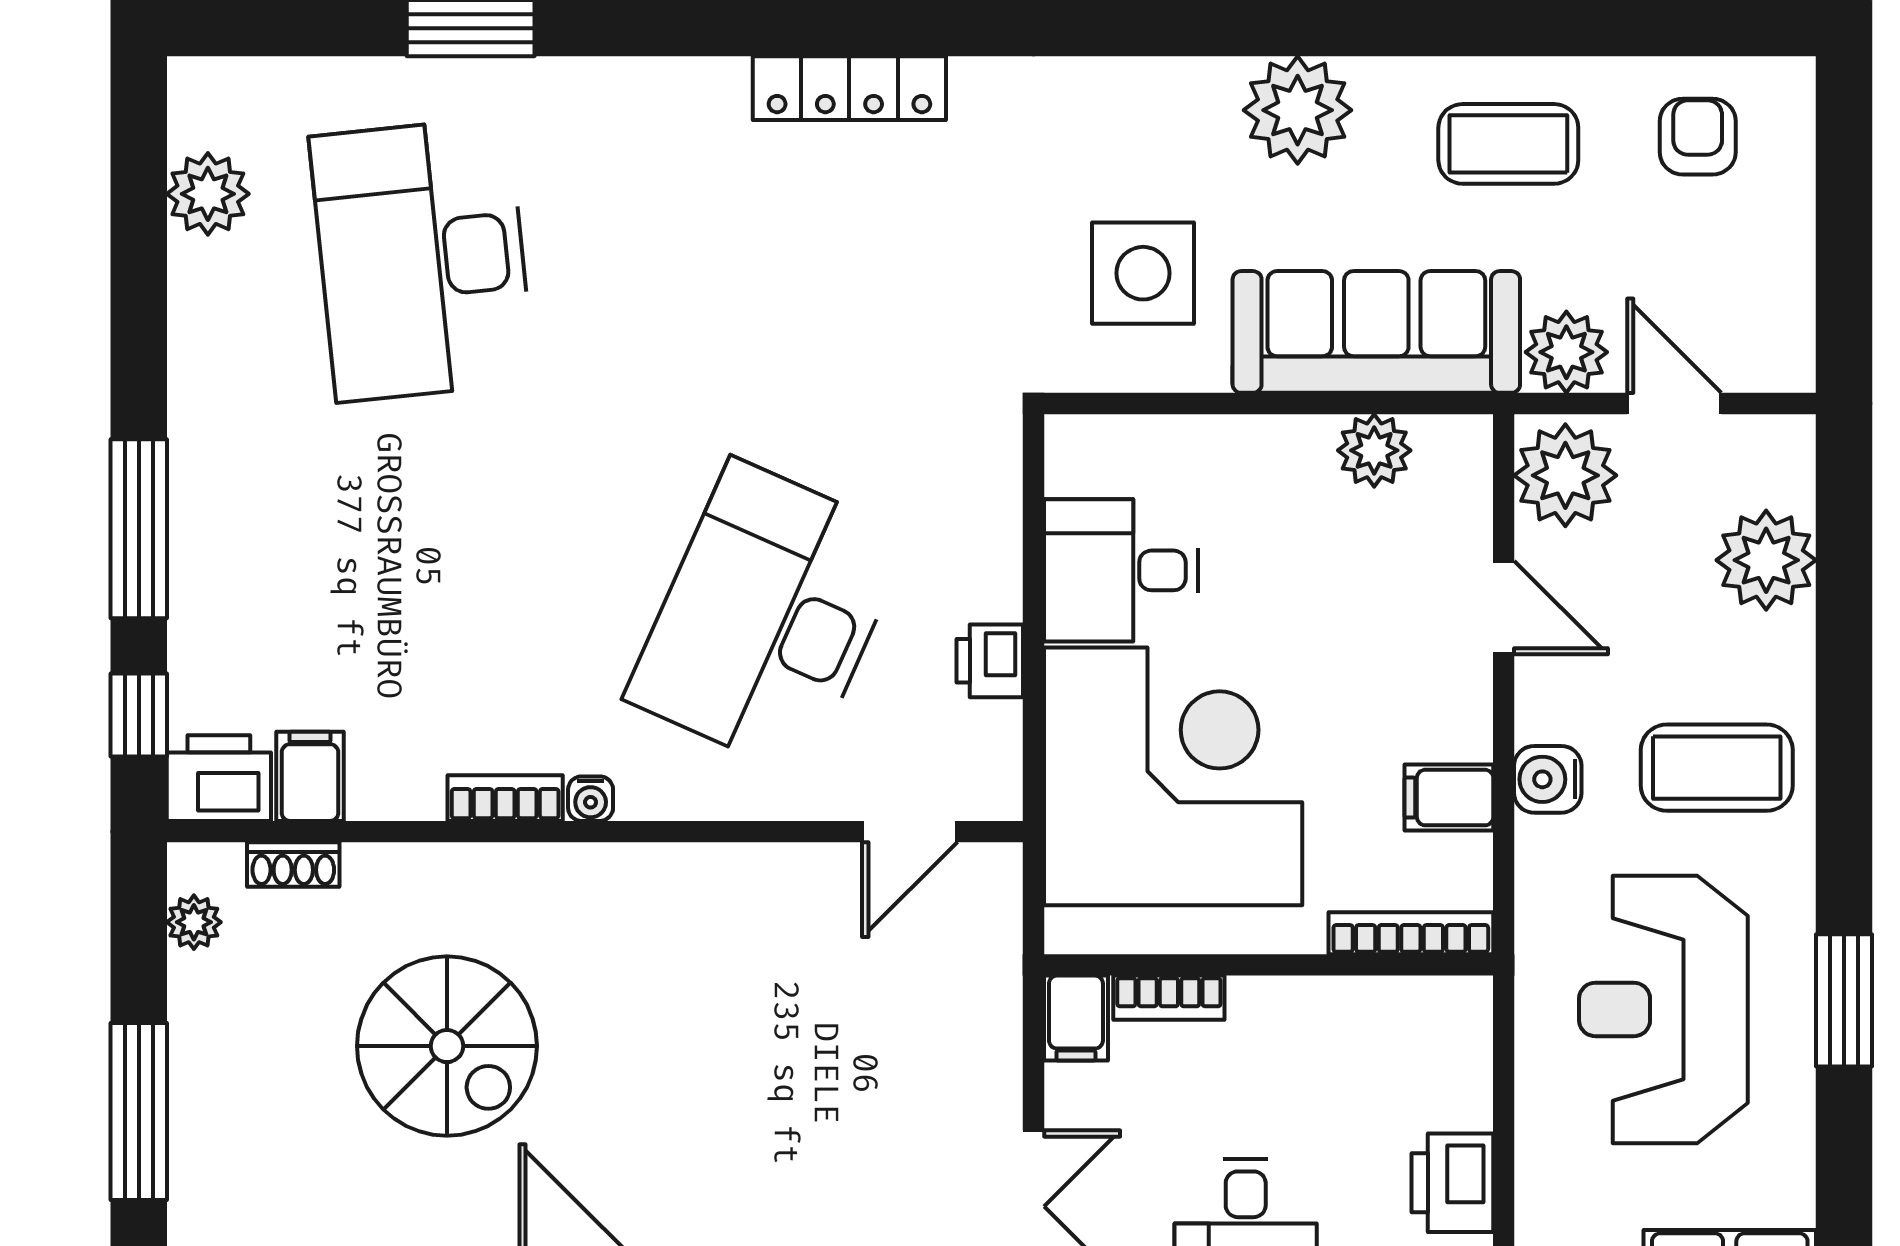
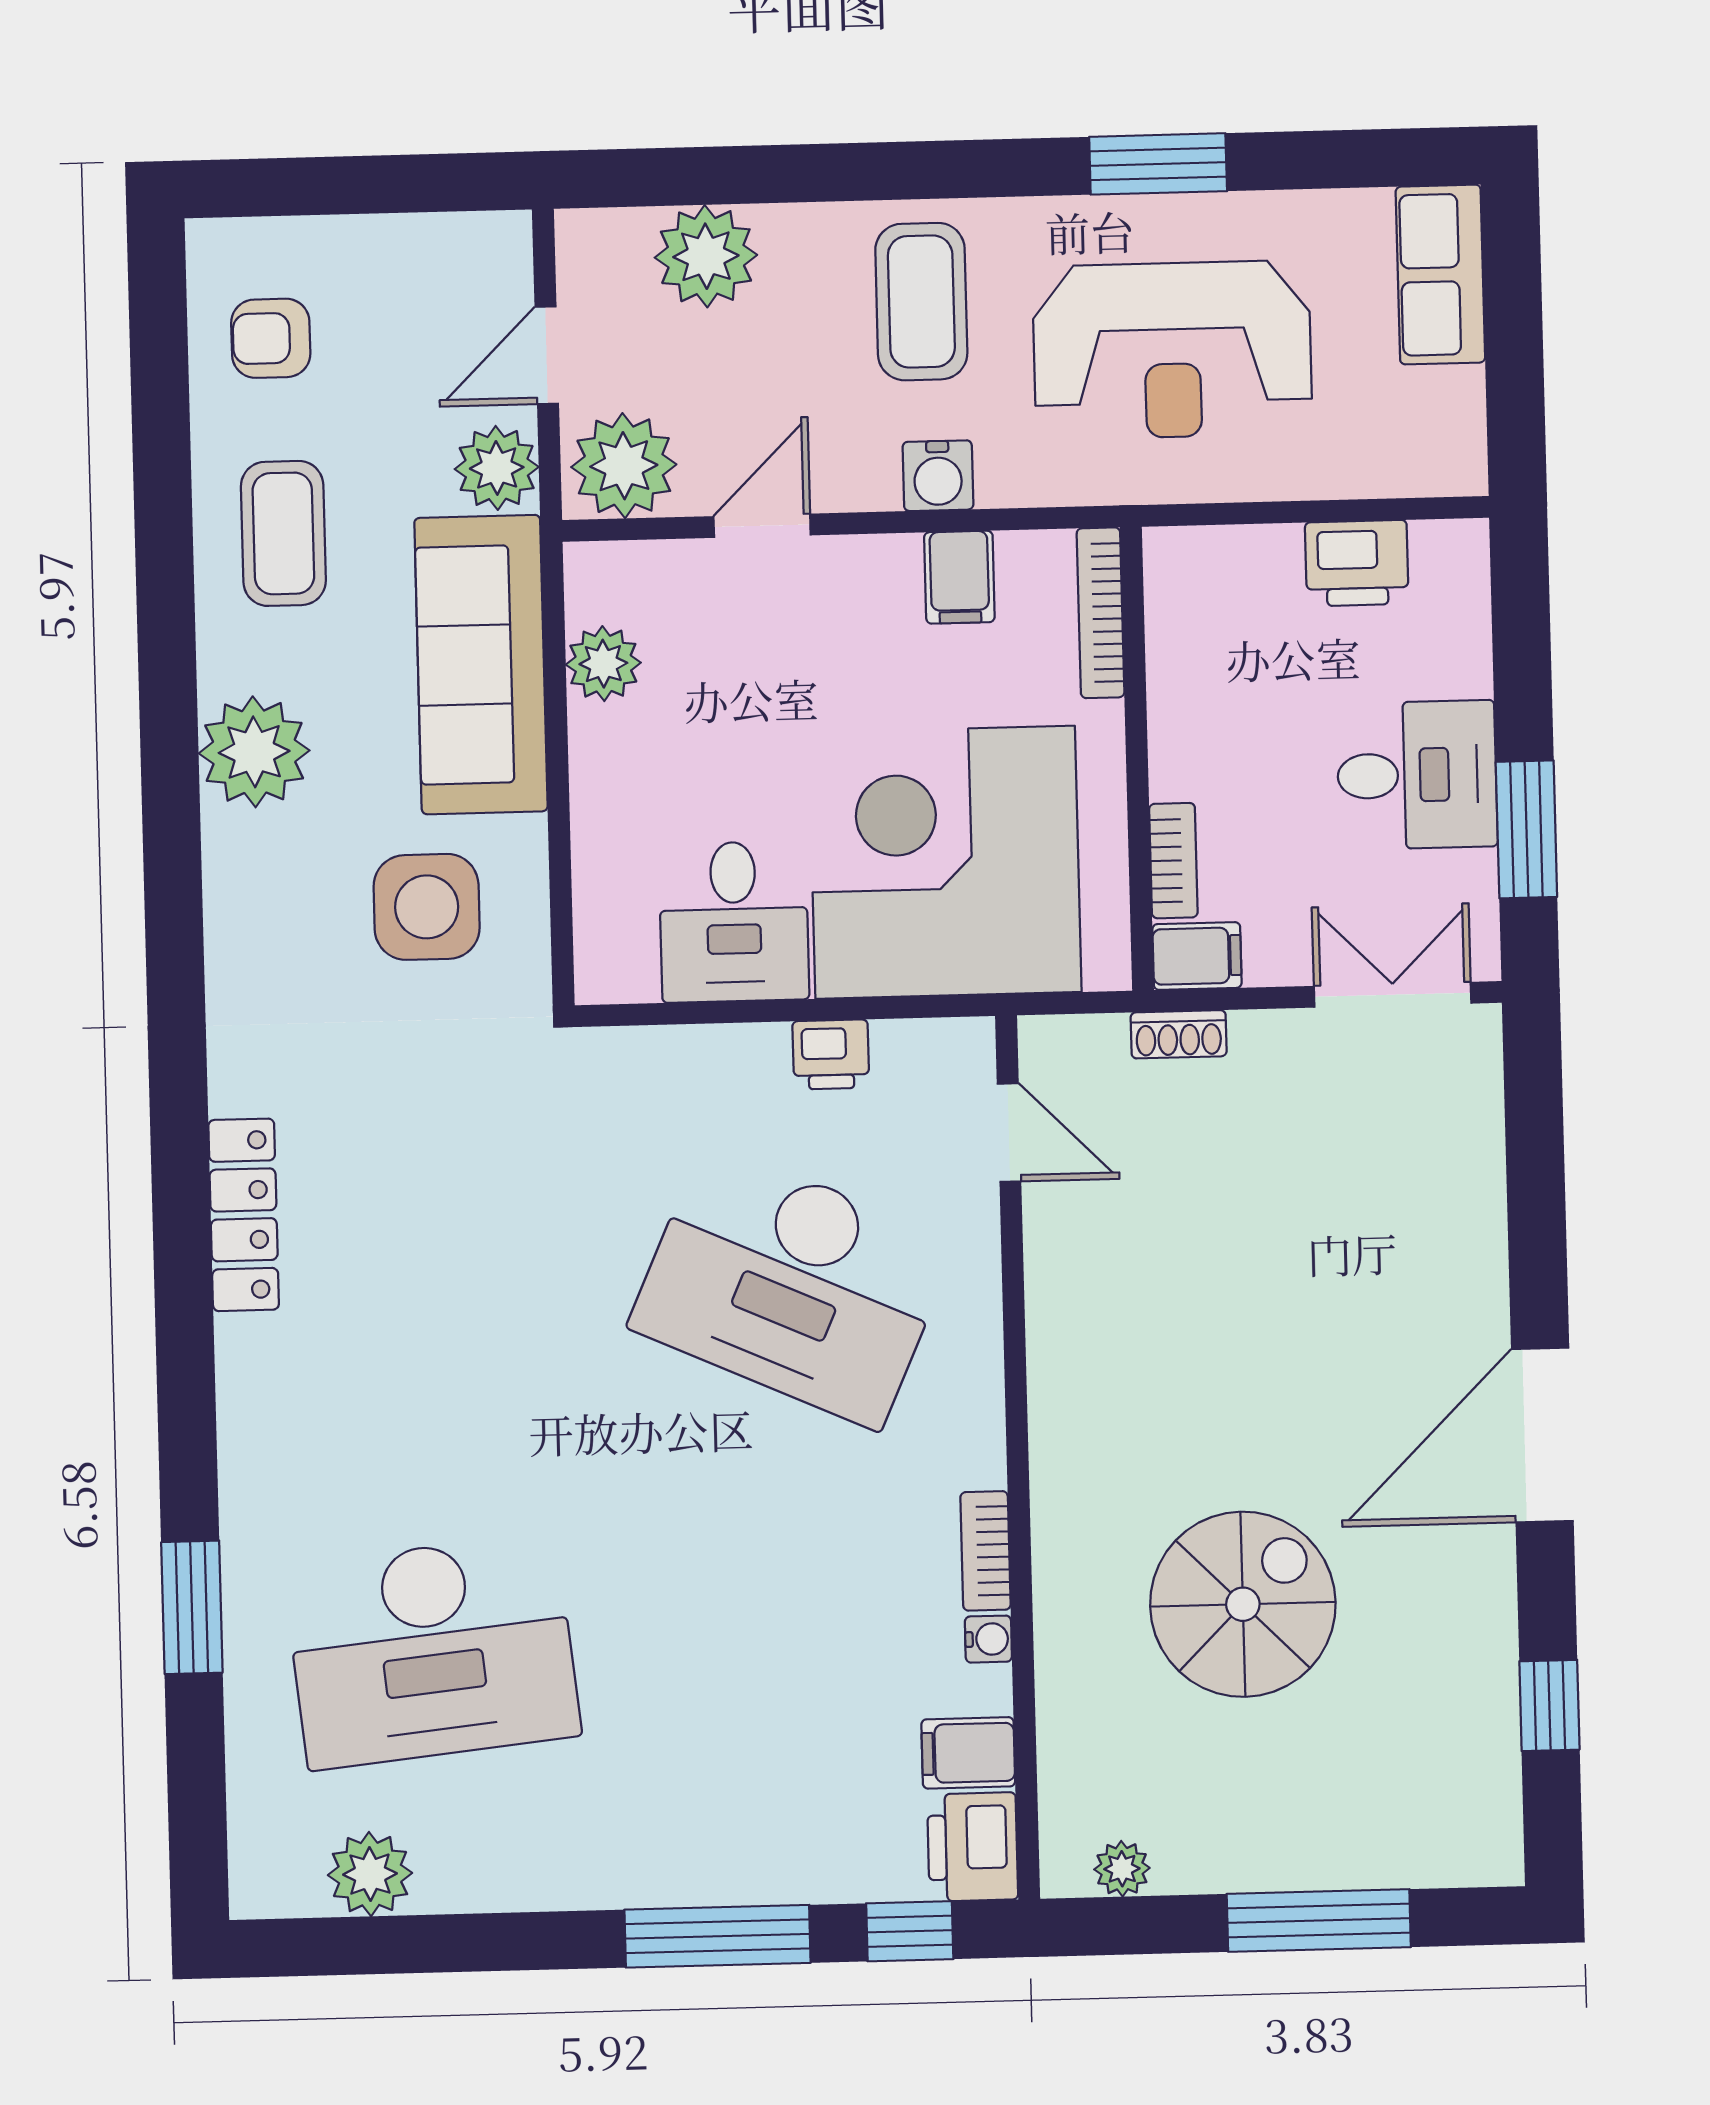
water cooler: (591, 799) -> (988, 1639), moved
shoe rack: (293, 864) -> (1179, 1034), moved, turned 90

